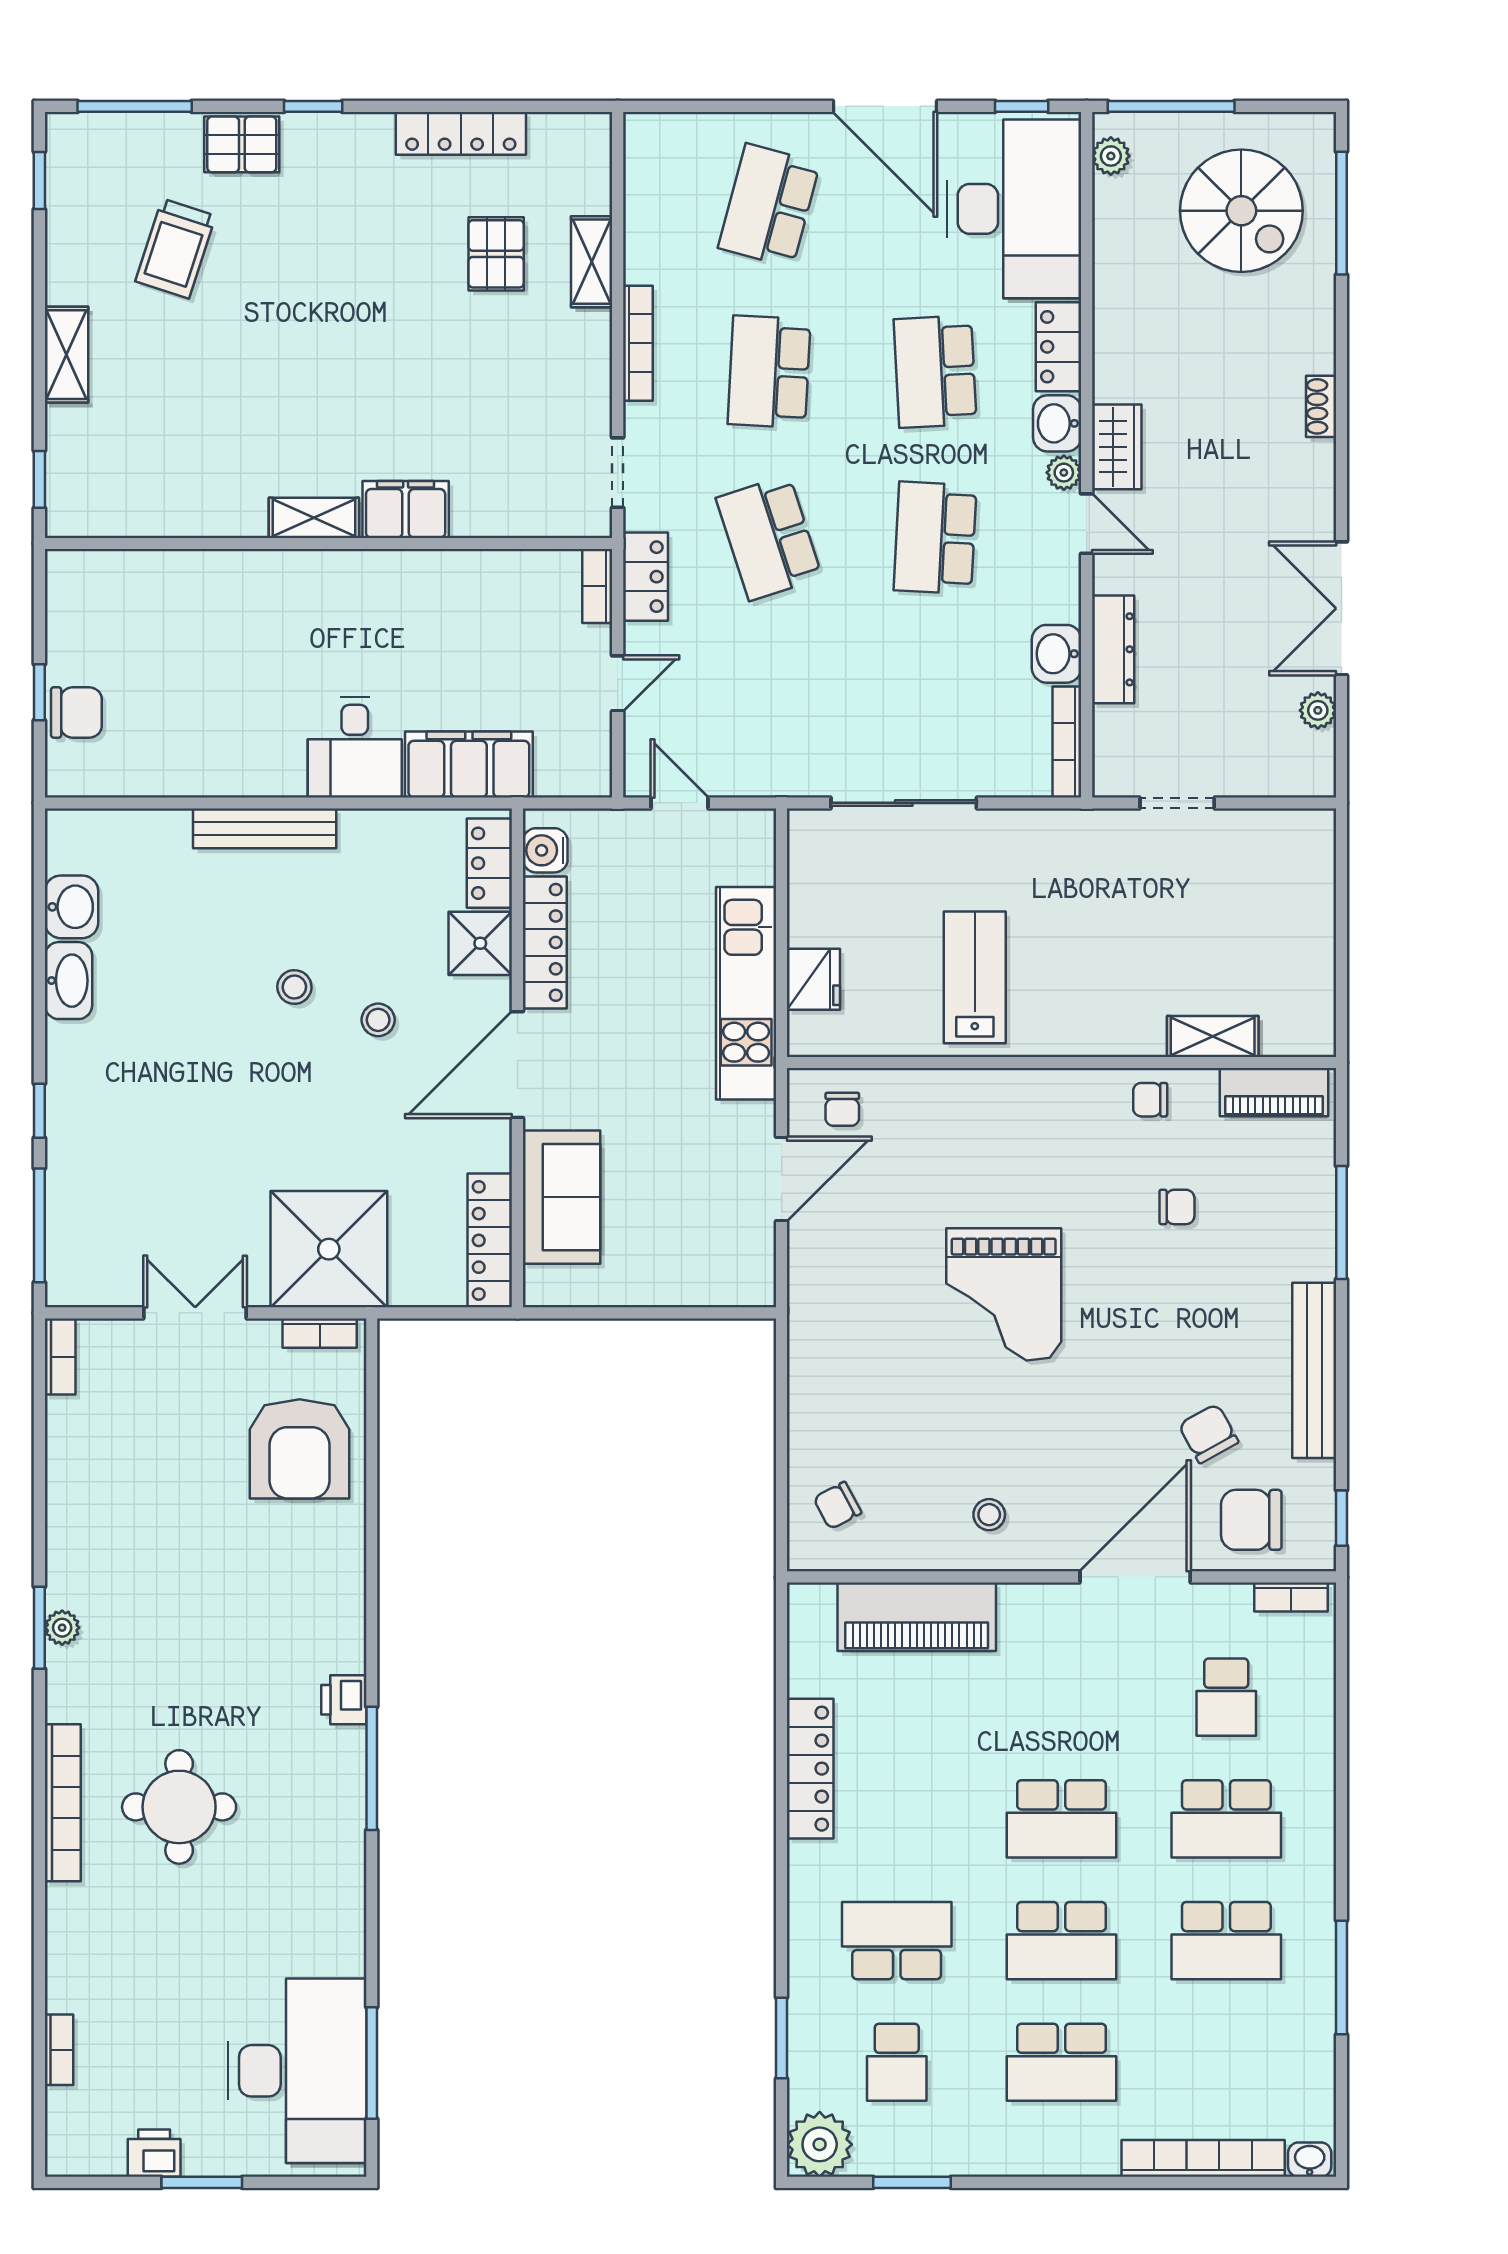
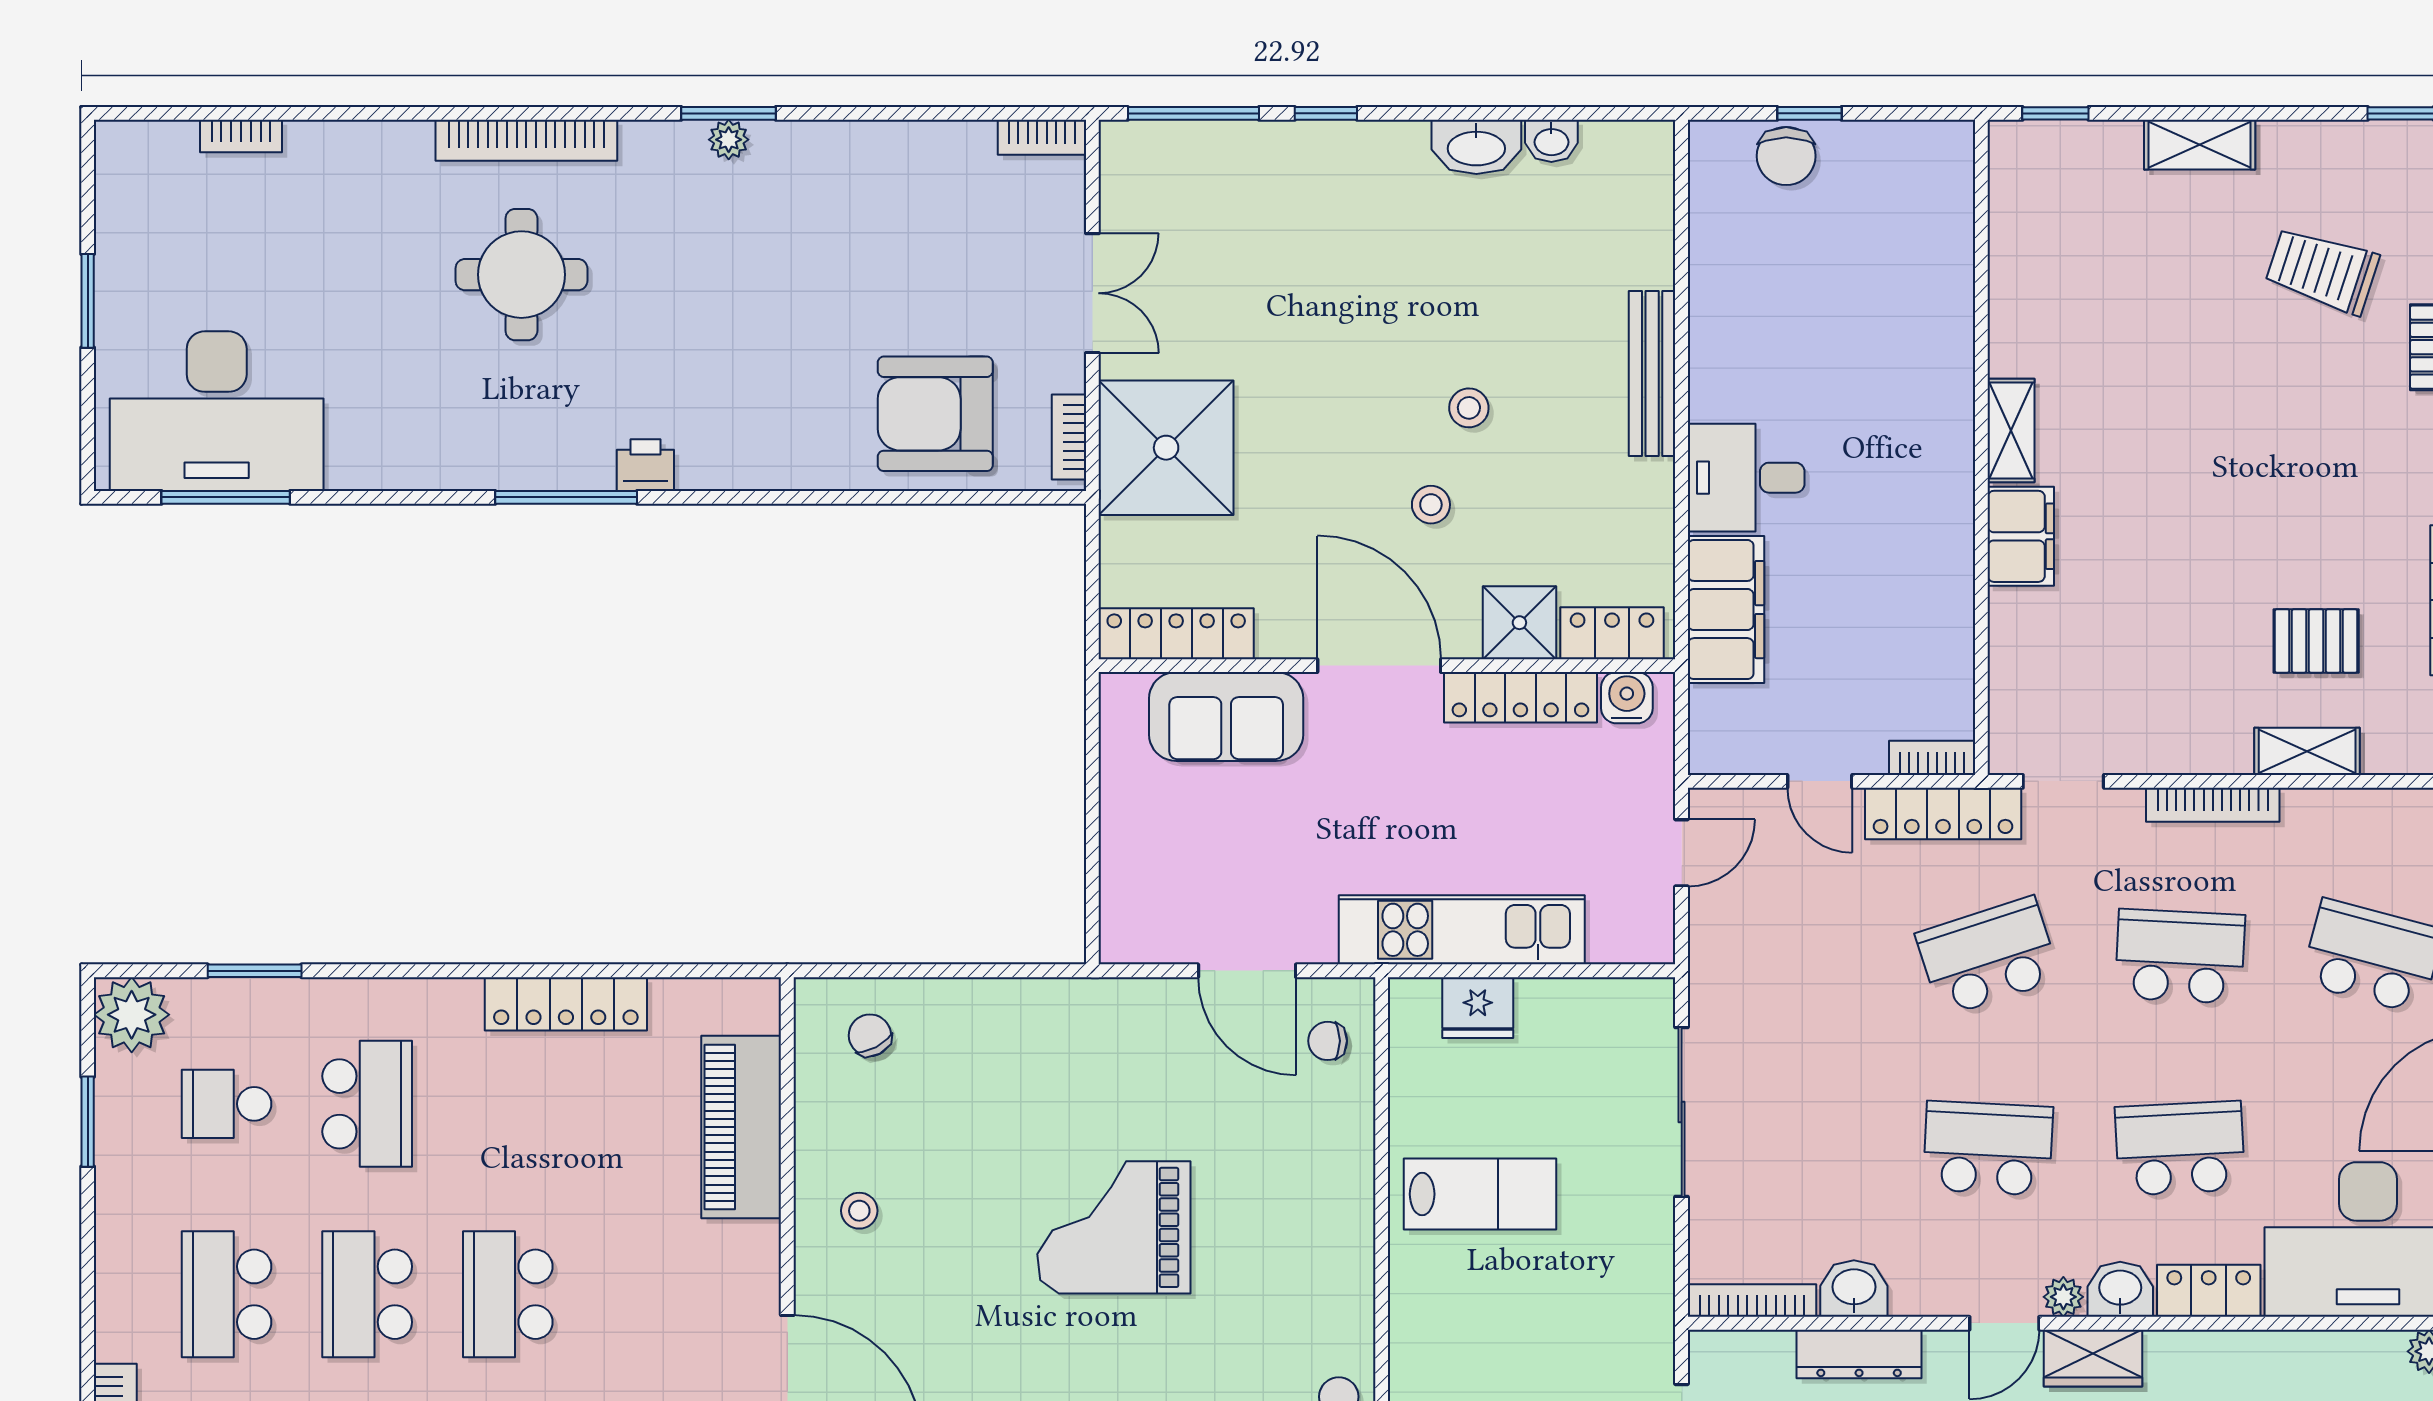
locker: (645, 577) -> (1943, 814), width x1.53
washbasin: (71, 907) -> (1551, 141), width x0.72, depth x0.69
printer: (154, 2153) -> (122, 246), removed

